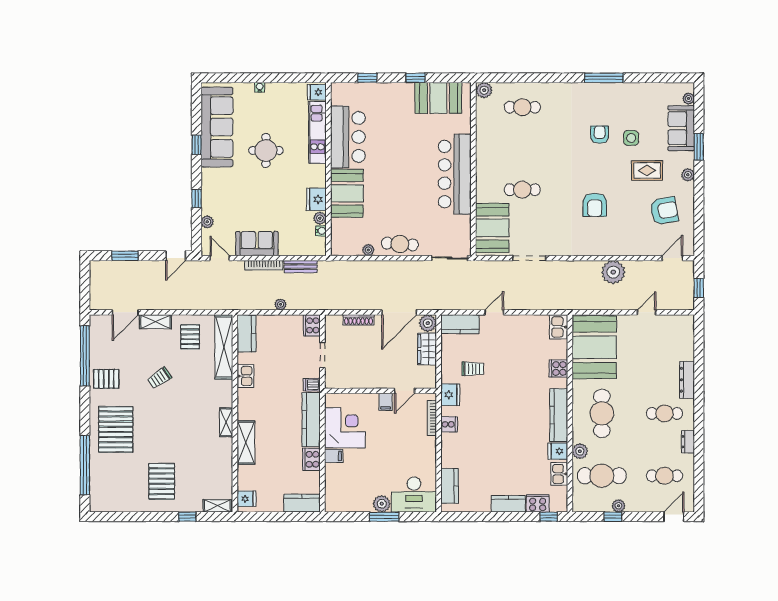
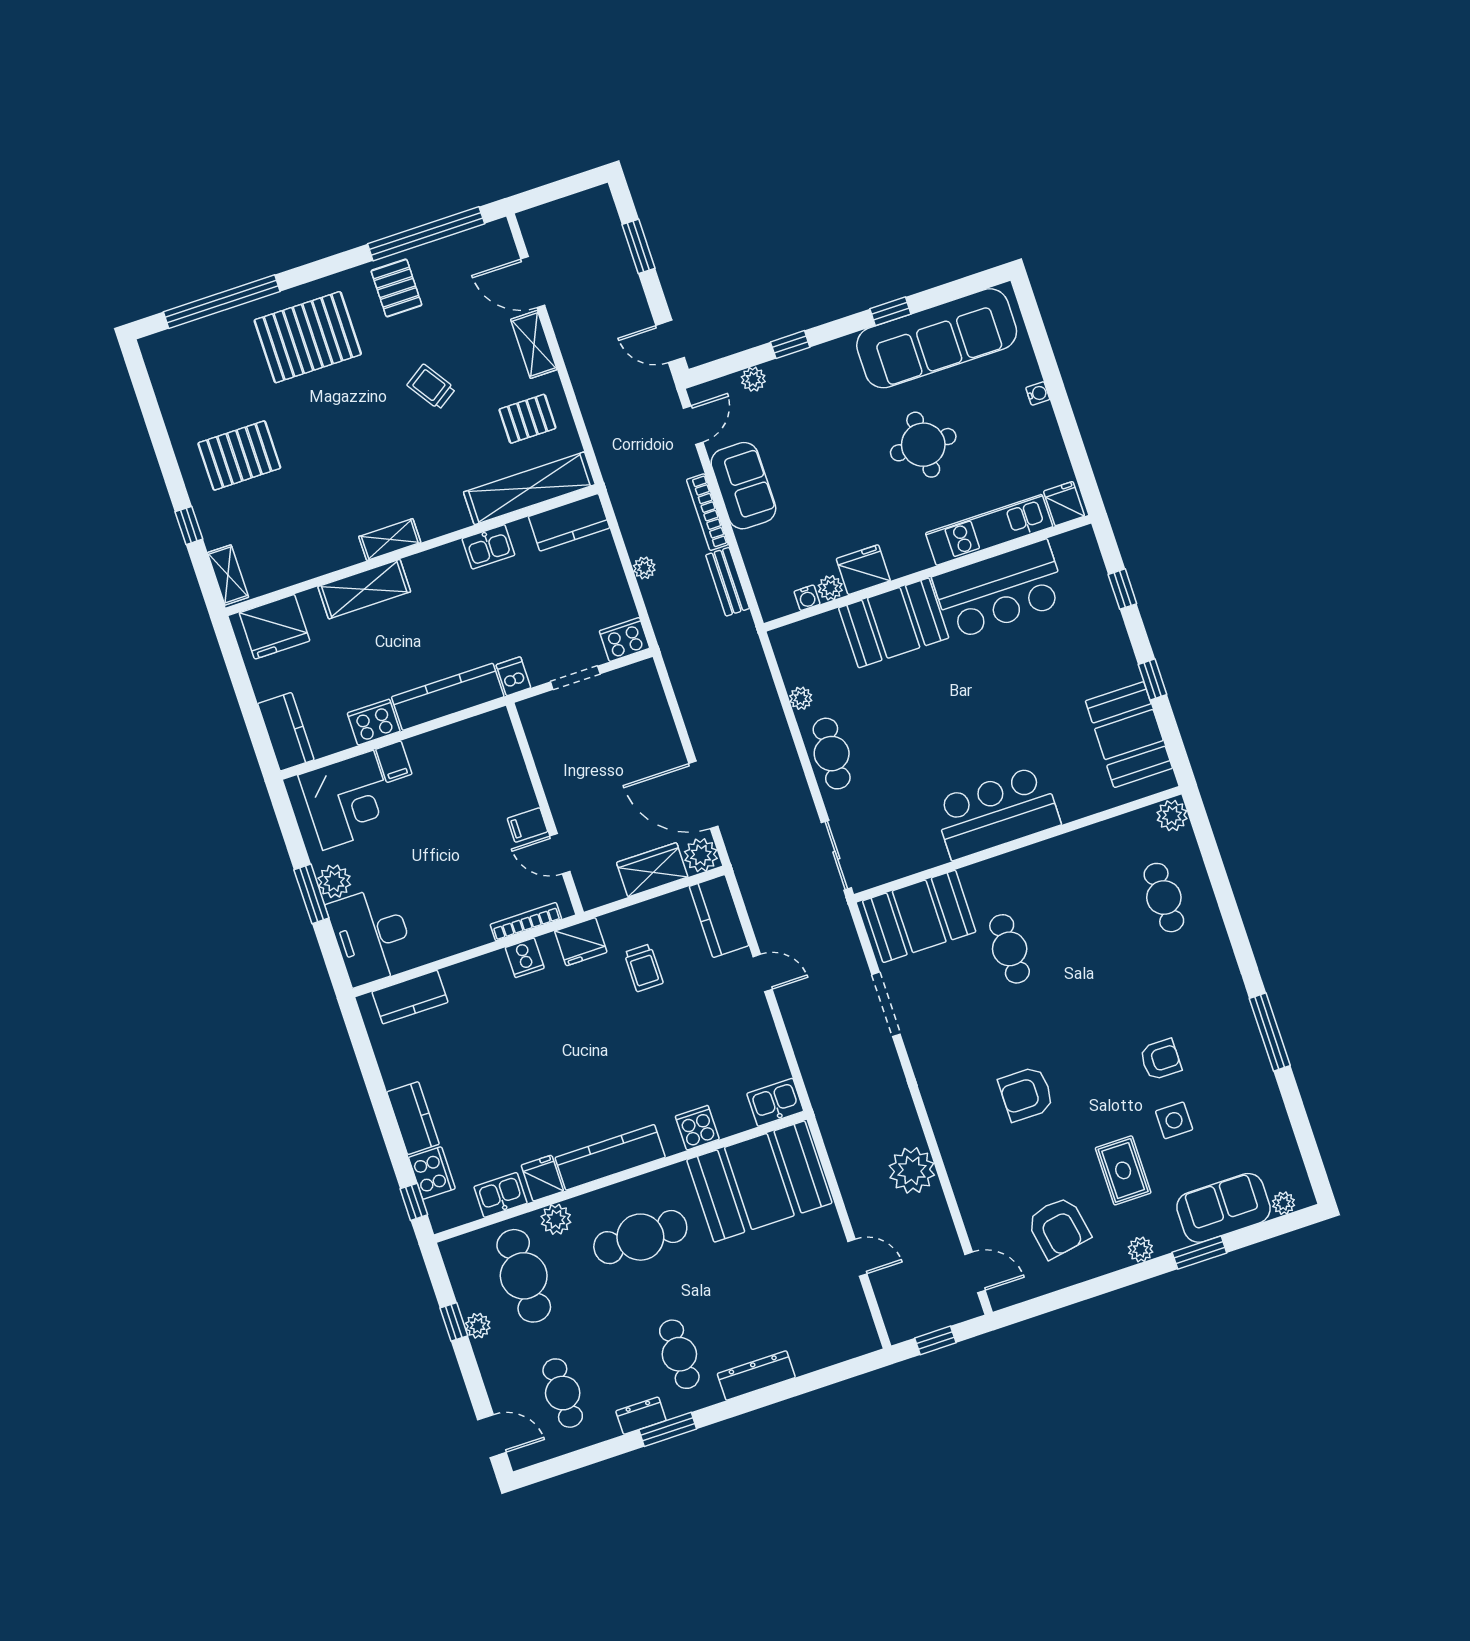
bar counter: (455, 174) -> (997, 813), width x0.73
shoe rack: (359, 320) -> (664, 723), removed
corner desk: (345, 428) -> (348, 800), moved
window: (699, 431) -> (668, 1429), added
fridge: (247, 499) -> (275, 627), width x1.88, depth x1.34

